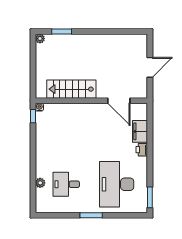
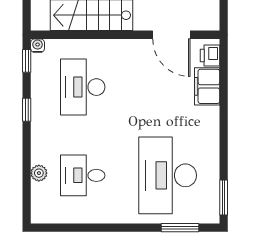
desk: (66, 132) -> (83, 87), added
window: (33, 145) -> (27, 110), added
printer: (142, 150) -> (210, 55), moved
window: (91, 215) -> (180, 228), moved

